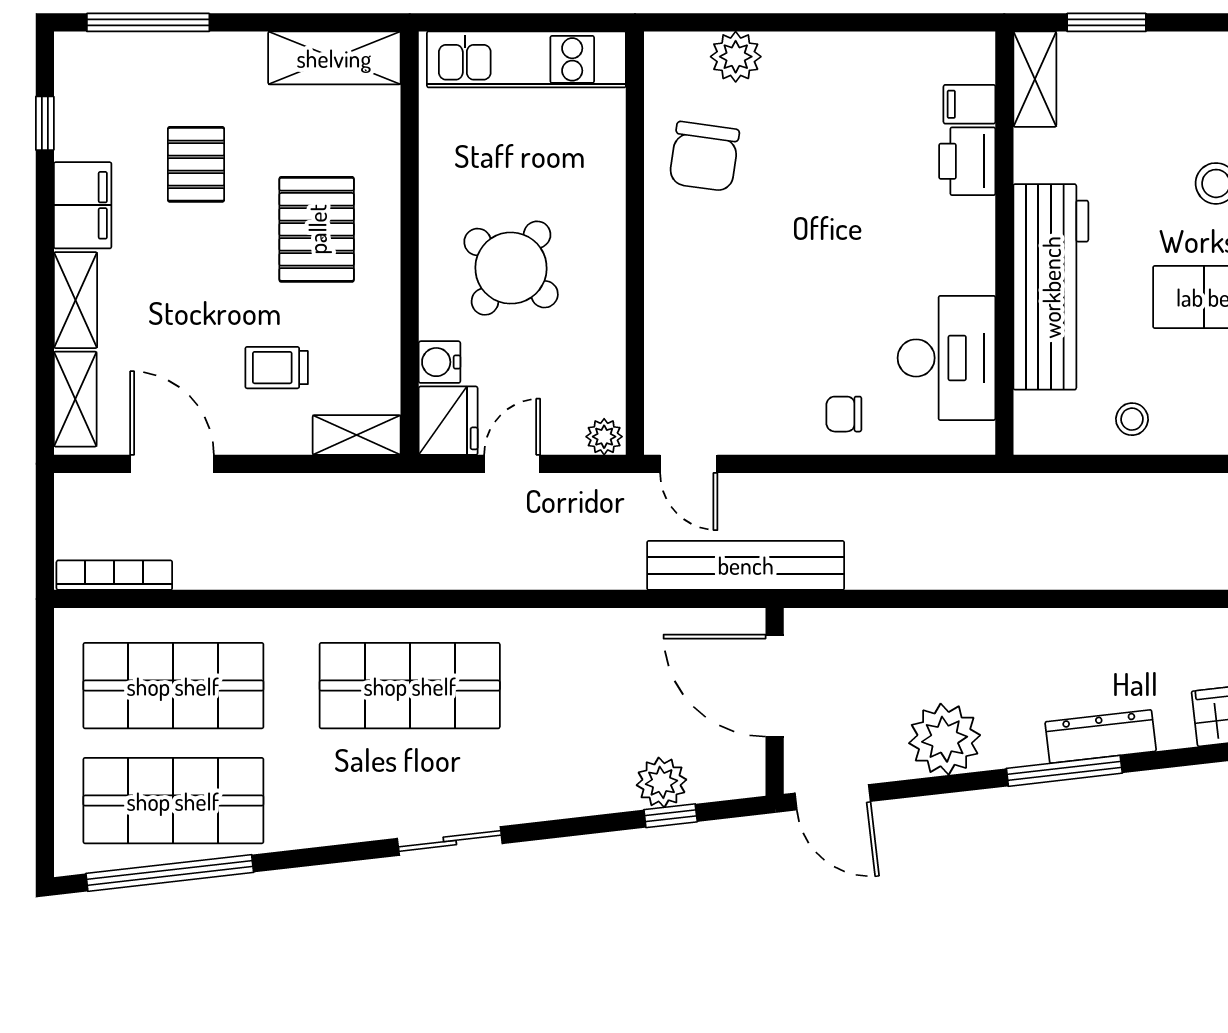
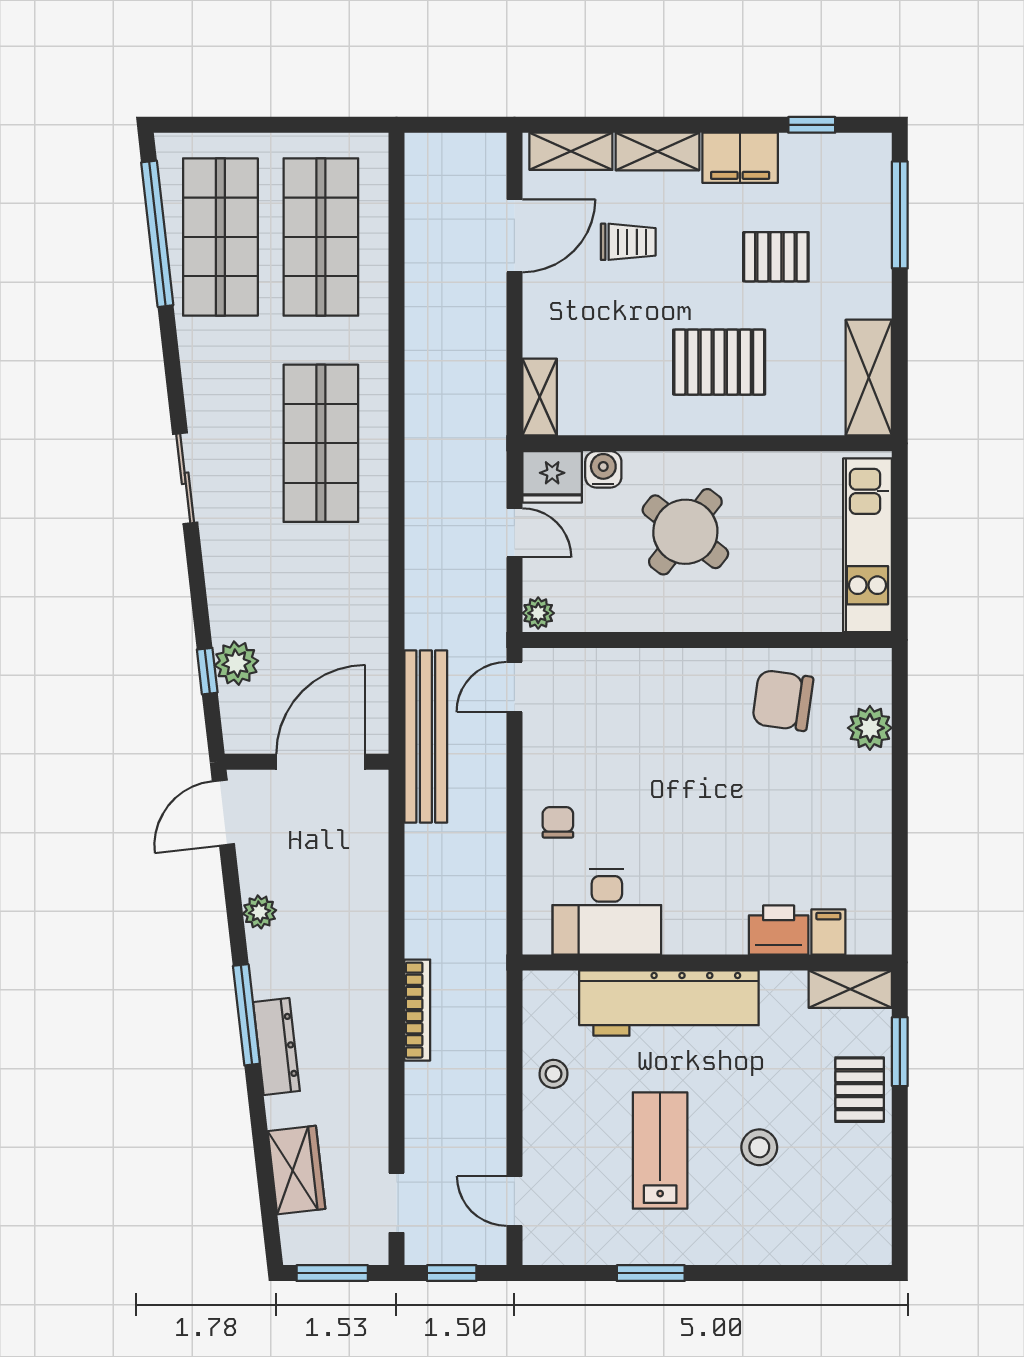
pallet: (1150, 69) -> (860, 1090), added
trolley: (277, 368) -> (628, 242), moved, turned 90
bookcase: (114, 575) -> (417, 1010), moved
plant: (945, 739) -> (260, 912), width x0.53, depth x0.53

